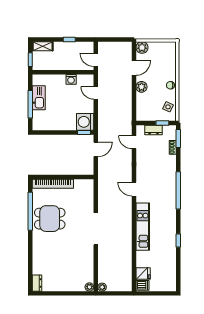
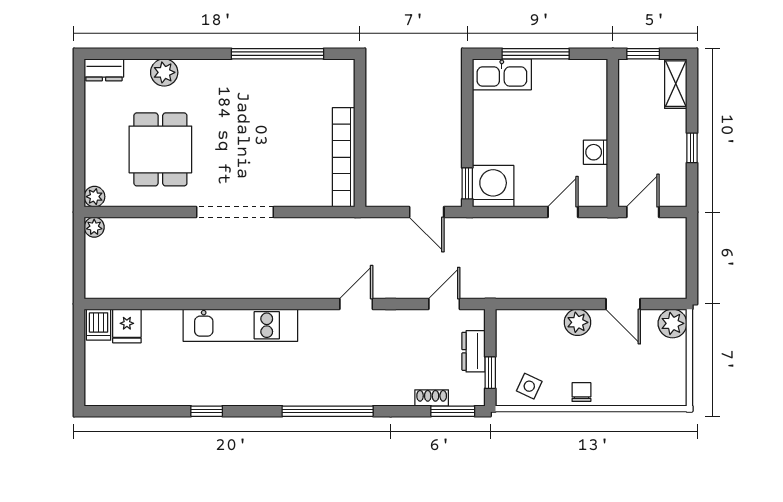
kitchen sink: (39, 98) -> (502, 74), moved
bookcase: (53, 184) -> (344, 157), moved
door: (134, 189) -> (356, 304), moved
dining table: (50, 219) -> (160, 149), moved
plant: (38, 258) -> (164, 72), added

